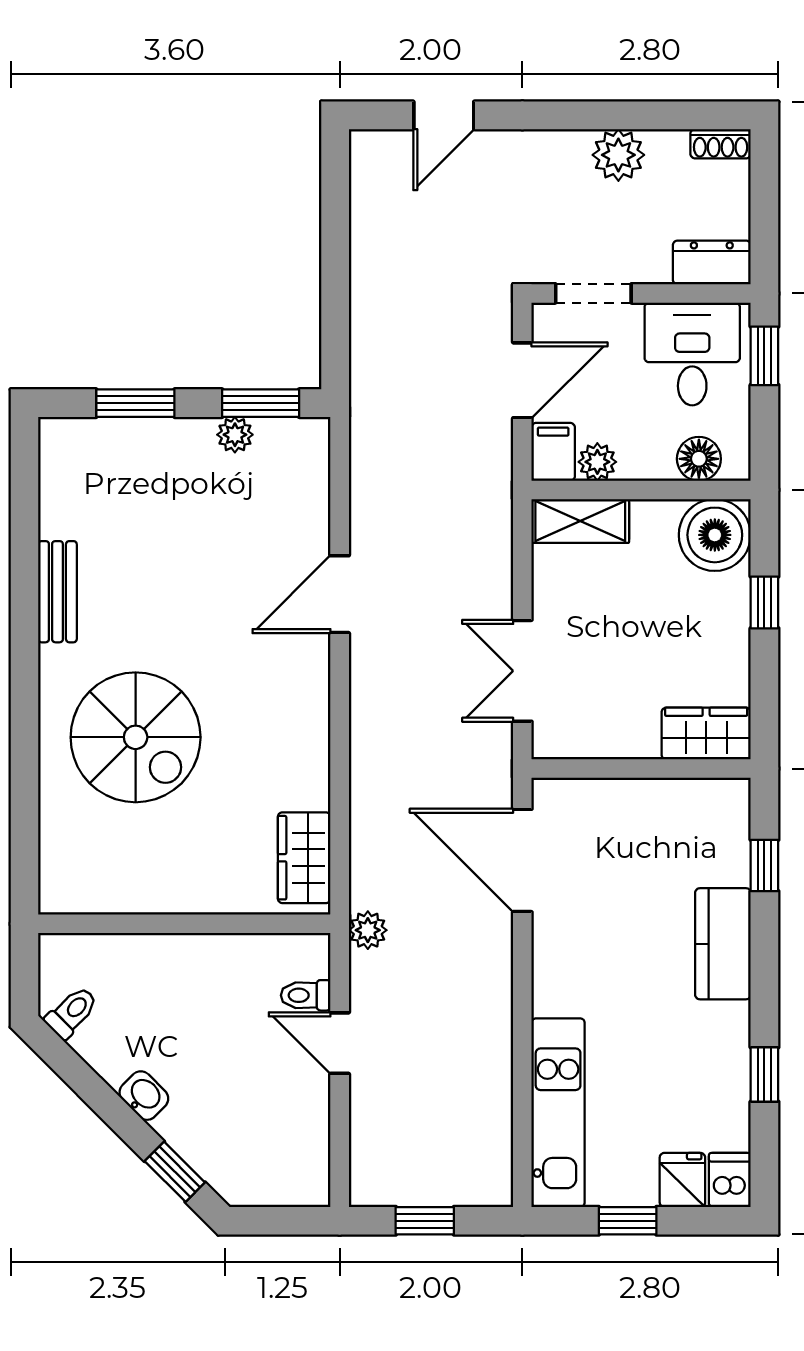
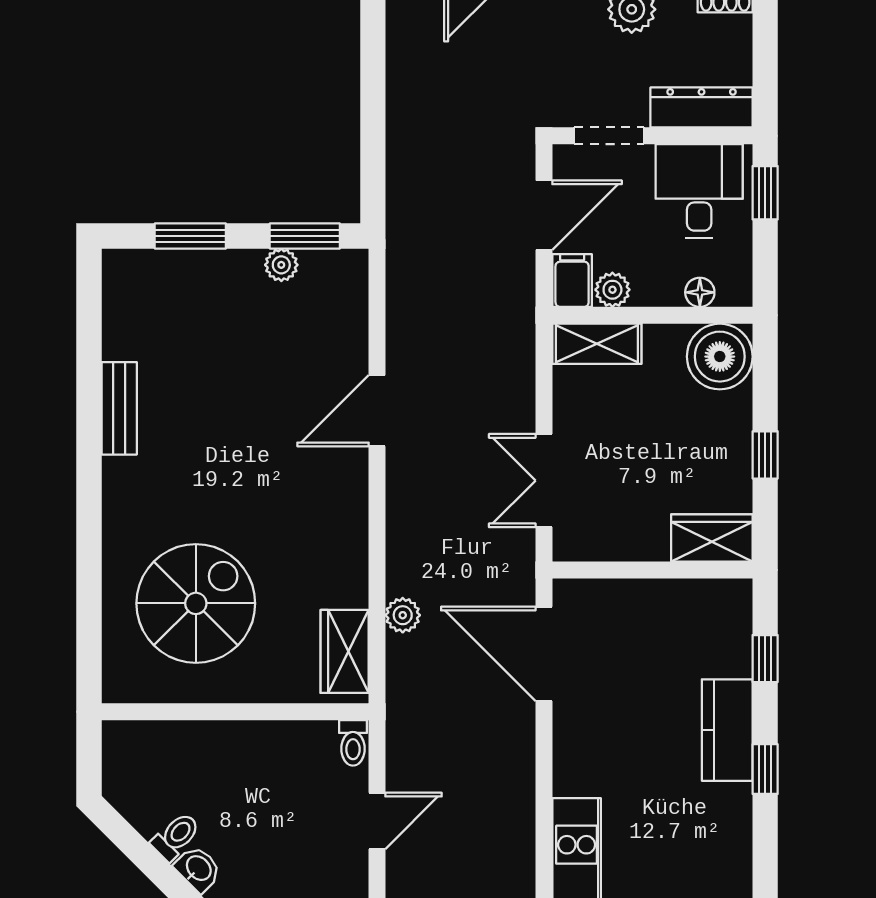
dresser: (712, 262) -> (702, 107), width x1.44
floor lamp: (699, 459) -> (700, 292), width x0.73, depth x0.73
window: (764, 602) -> (765, 455), moved
spiral stairs: (136, 737) -> (196, 603), moved, turned -90
plant: (368, 930) -> (403, 615), moved
toilet: (306, 995) -> (353, 743), moved, turned -90
toilet: (72, 1012) -> (176, 836), moved
door: (340, 1043) -> (377, 821), swing flipped
window: (764, 1074) -> (765, 769), moved

